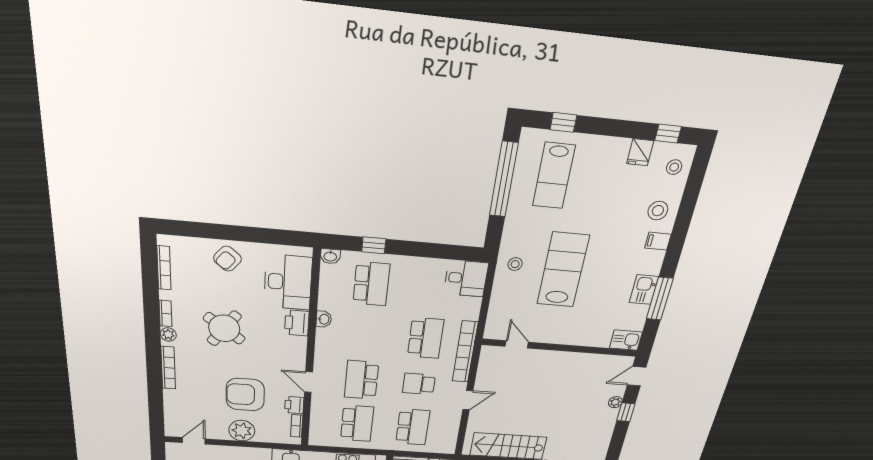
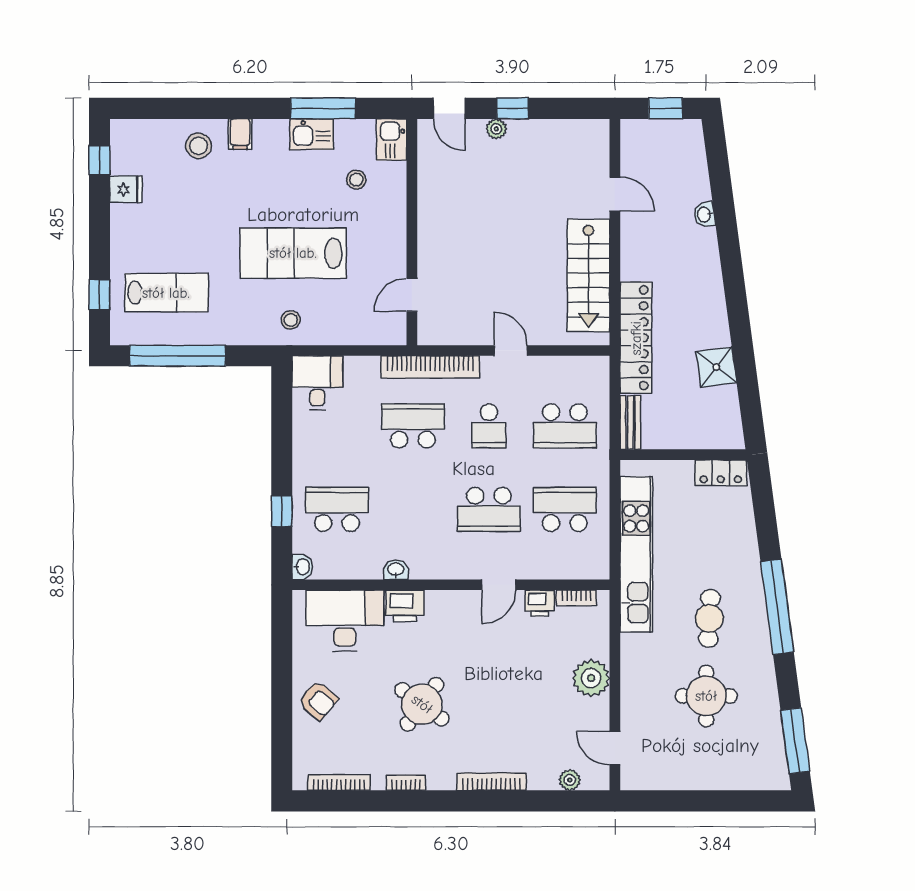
stool: (674, 167) -> (356, 180), moved
plant: (168, 334) -> (570, 780), moved
armchair: (245, 395) -> (527, 674), removed
school desk: (413, 427) -> (565, 426), turned 180

